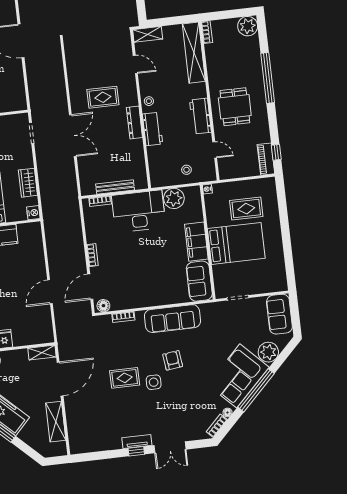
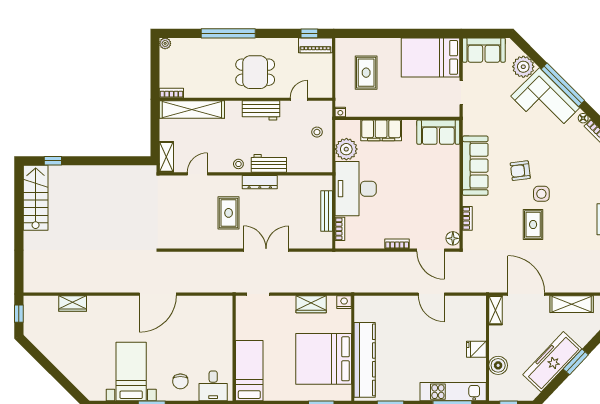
plant: (248, 26) -> (165, 43), width x0.53, depth x0.53
filing cabinet: (196, 242) -> (381, 130), moved
bed: (236, 243) -> (431, 57), moved, turned -90

